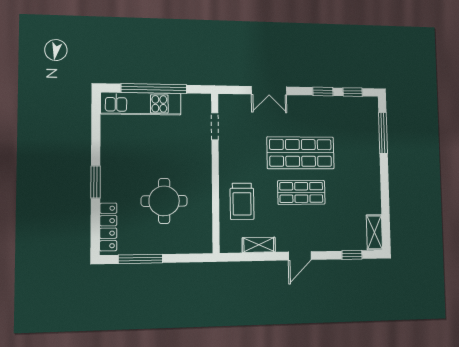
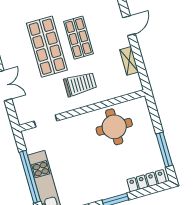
round table: (164, 201) -> (114, 127), moved
trolley: (242, 201) -> (80, 84), moved
door: (300, 256) -> (129, 26), hinge flipped

